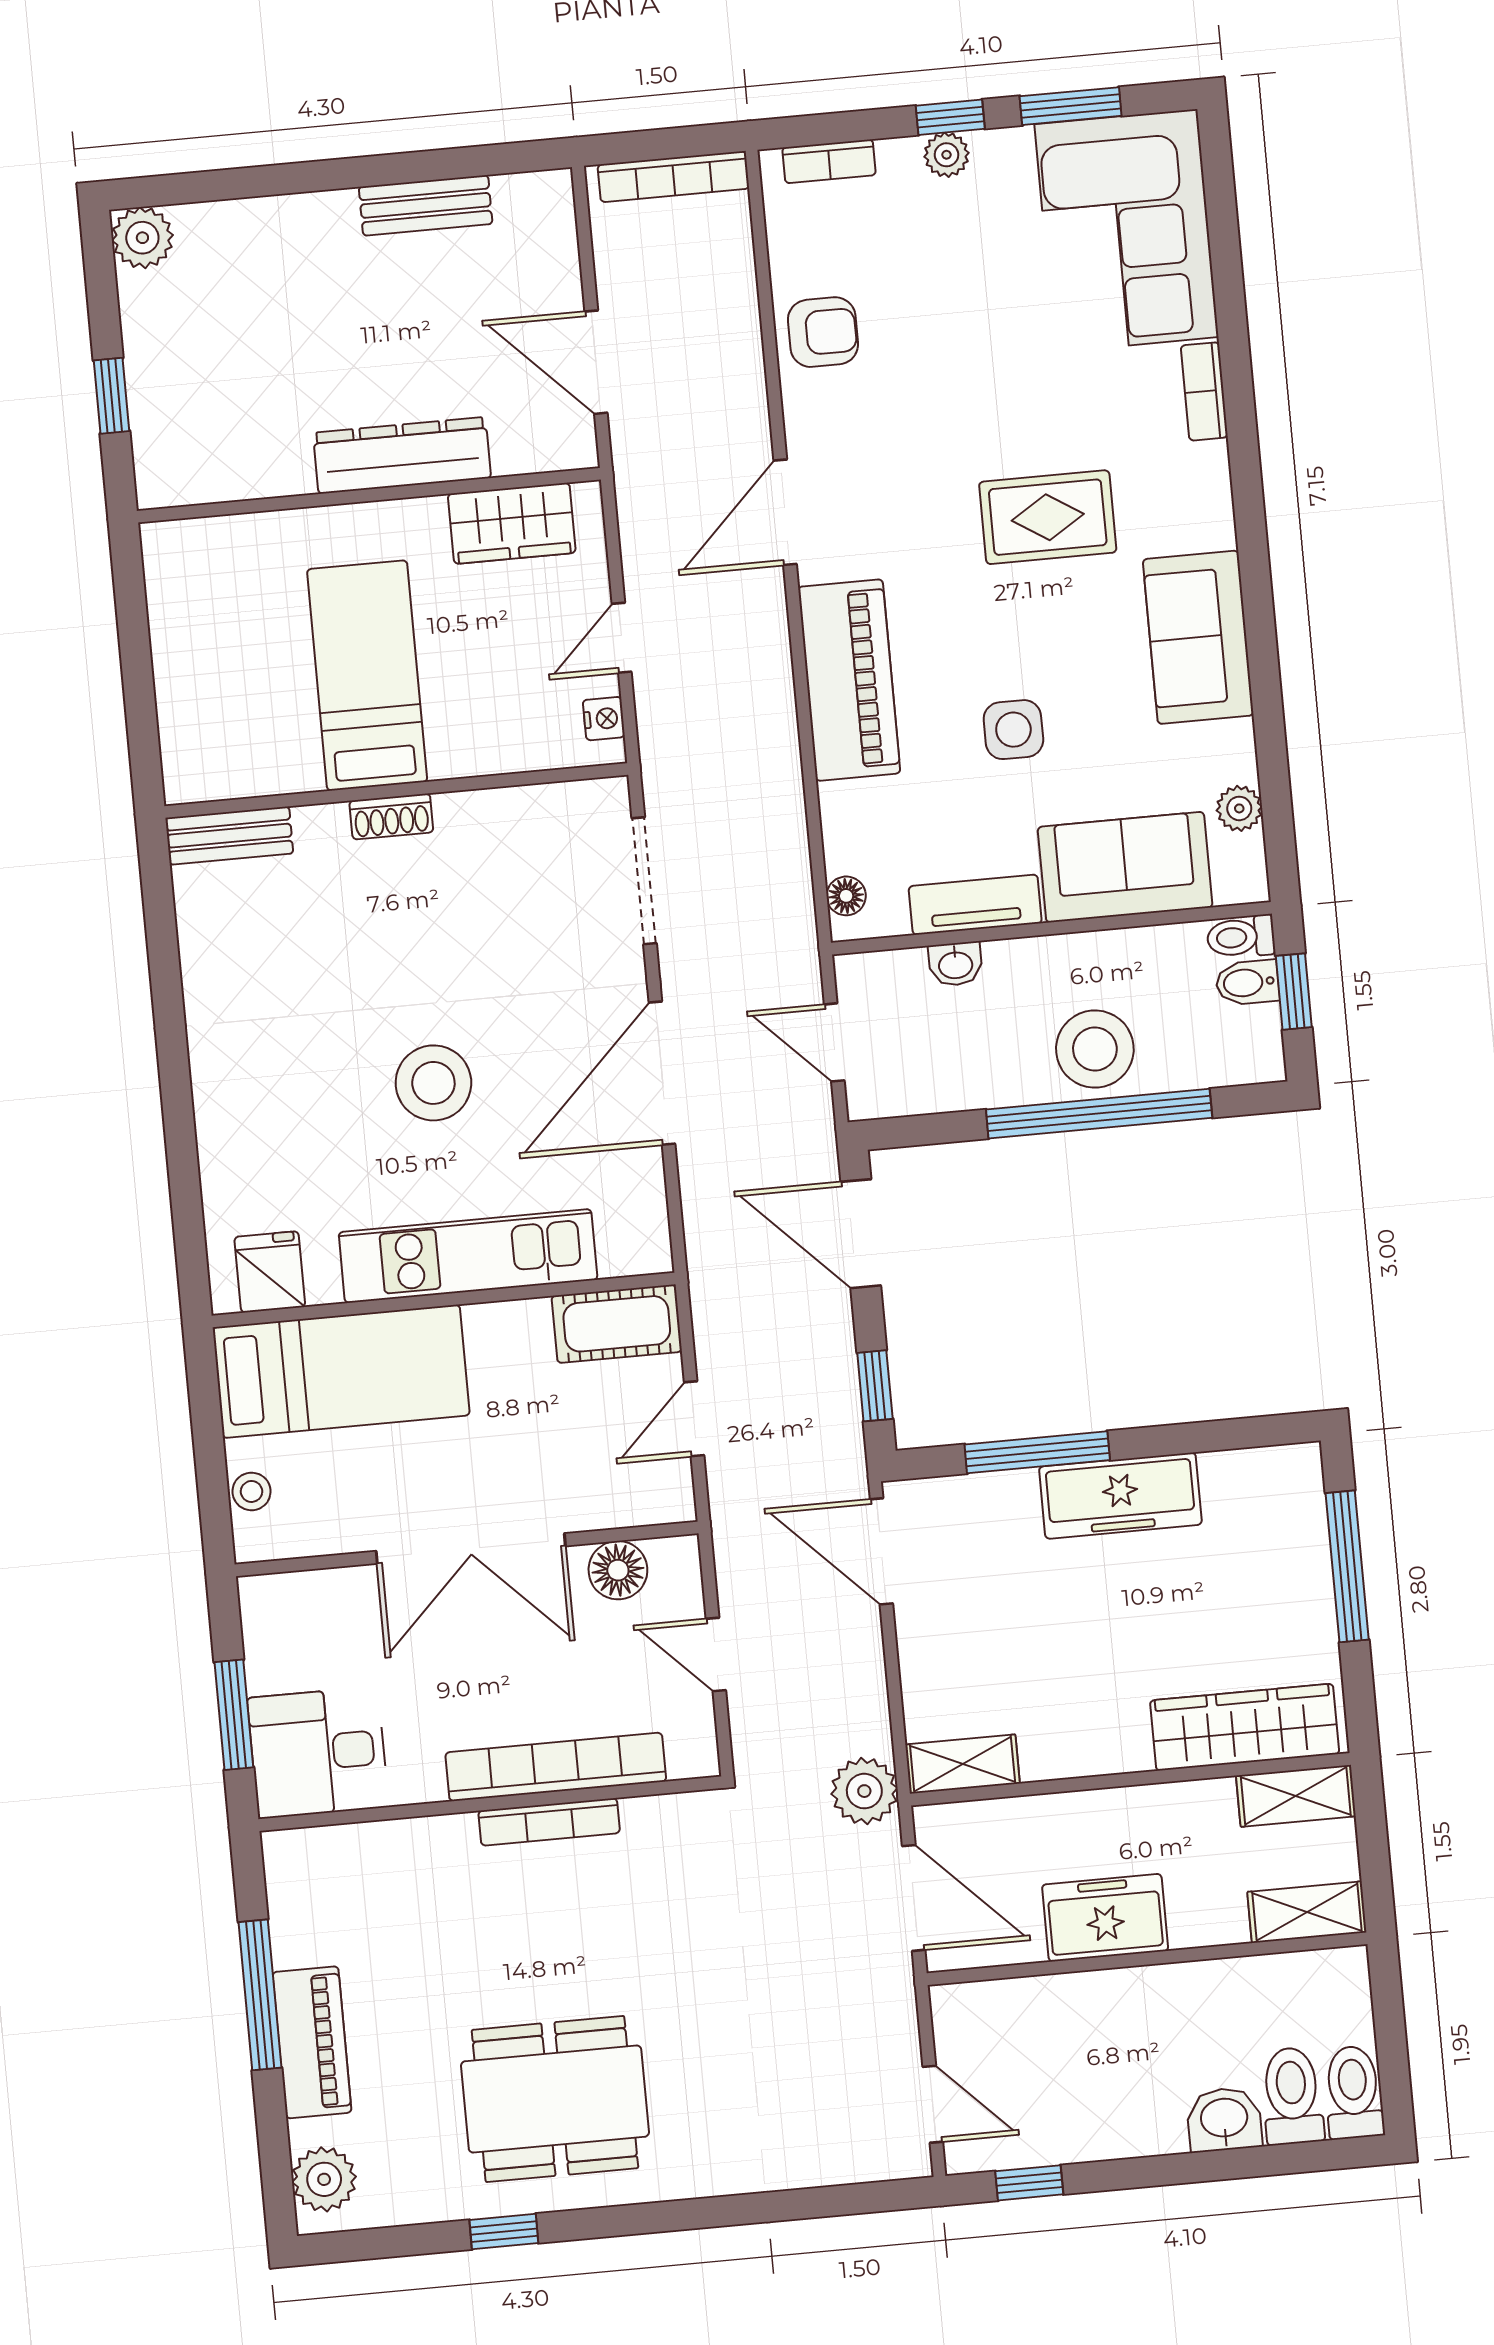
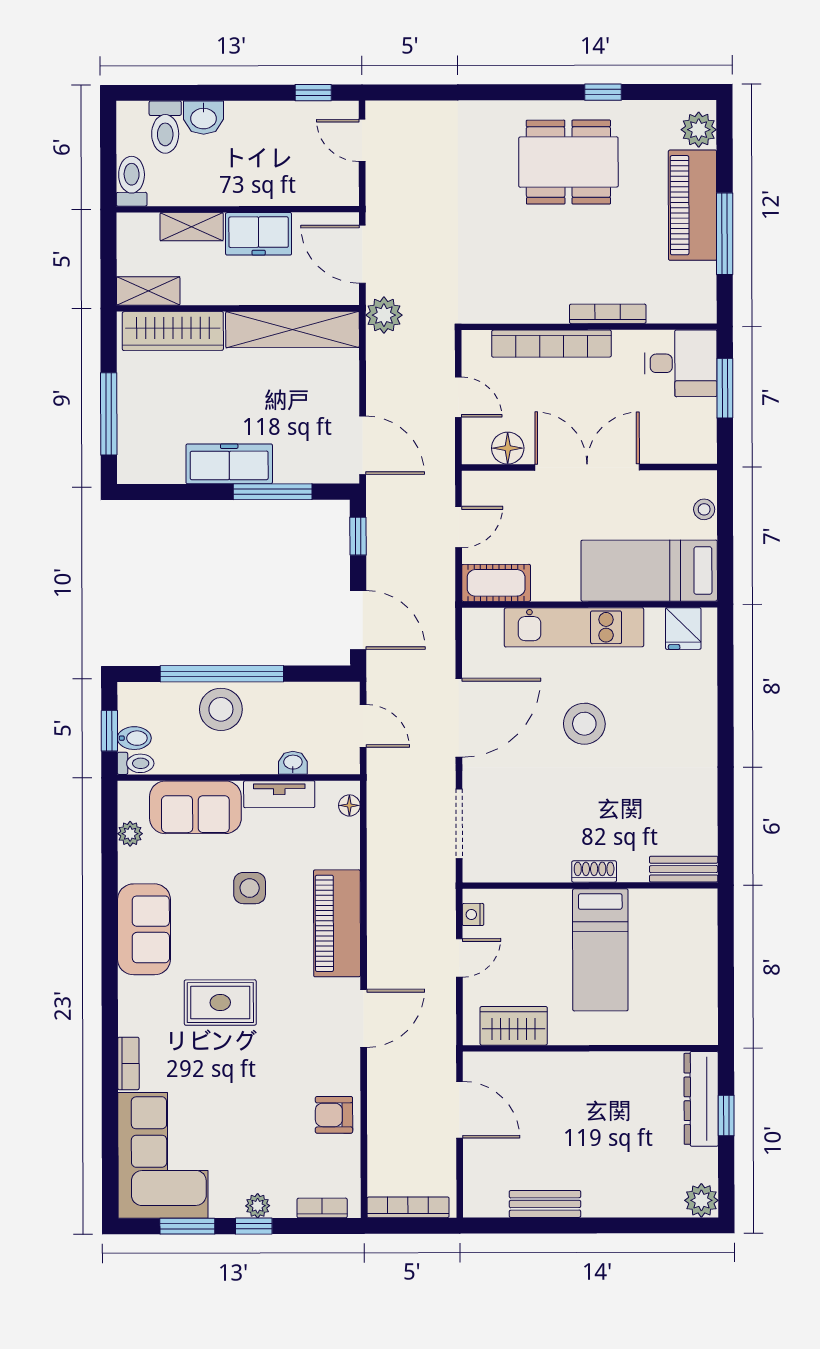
dresser: (402, 455) -> (701, 1099), moved, turned 90
shelving: (963, 1764) -> (292, 330), width x2.20, depth x1.33
bookcase: (549, 1822) -> (608, 314), moved
shelving: (1307, 1912) -> (192, 227), moved
piano: (312, 2042) -> (693, 205), width x1.37, depth x1.33
toilet: (1353, 2092) -> (132, 181), moved, turned 180

